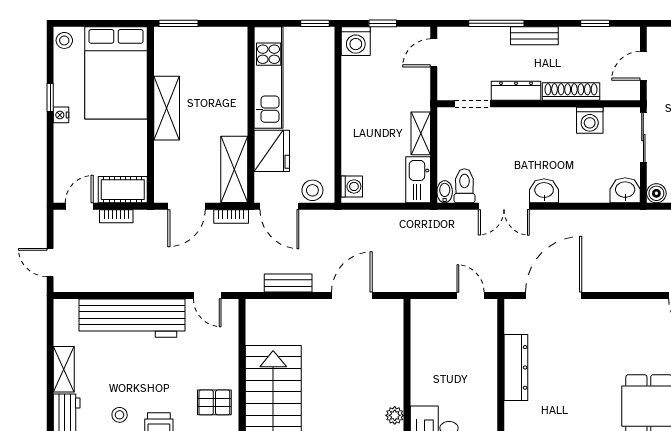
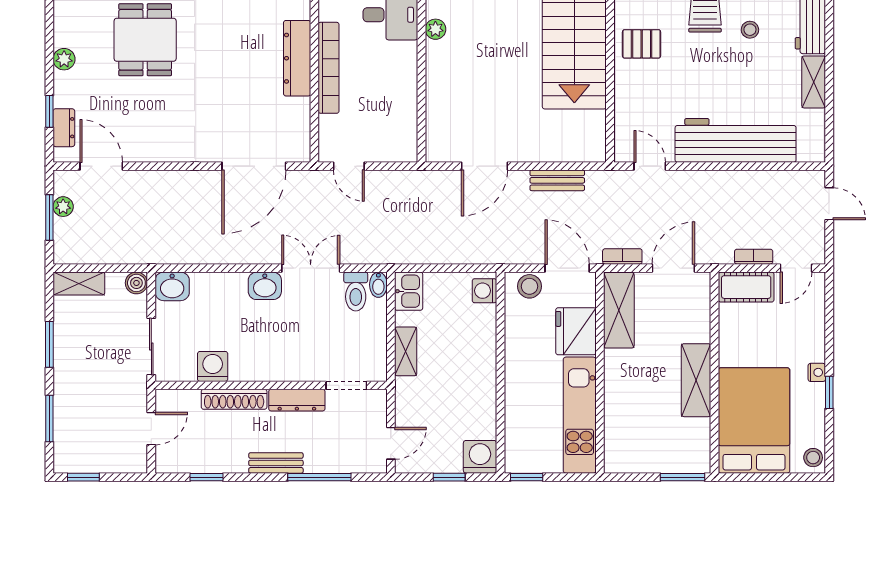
kitchen sink: (418, 180) -> (409, 291), width x0.73
dresser: (516, 367) -> (297, 58), moved
bookcase: (488, 382) -> (329, 68), added

